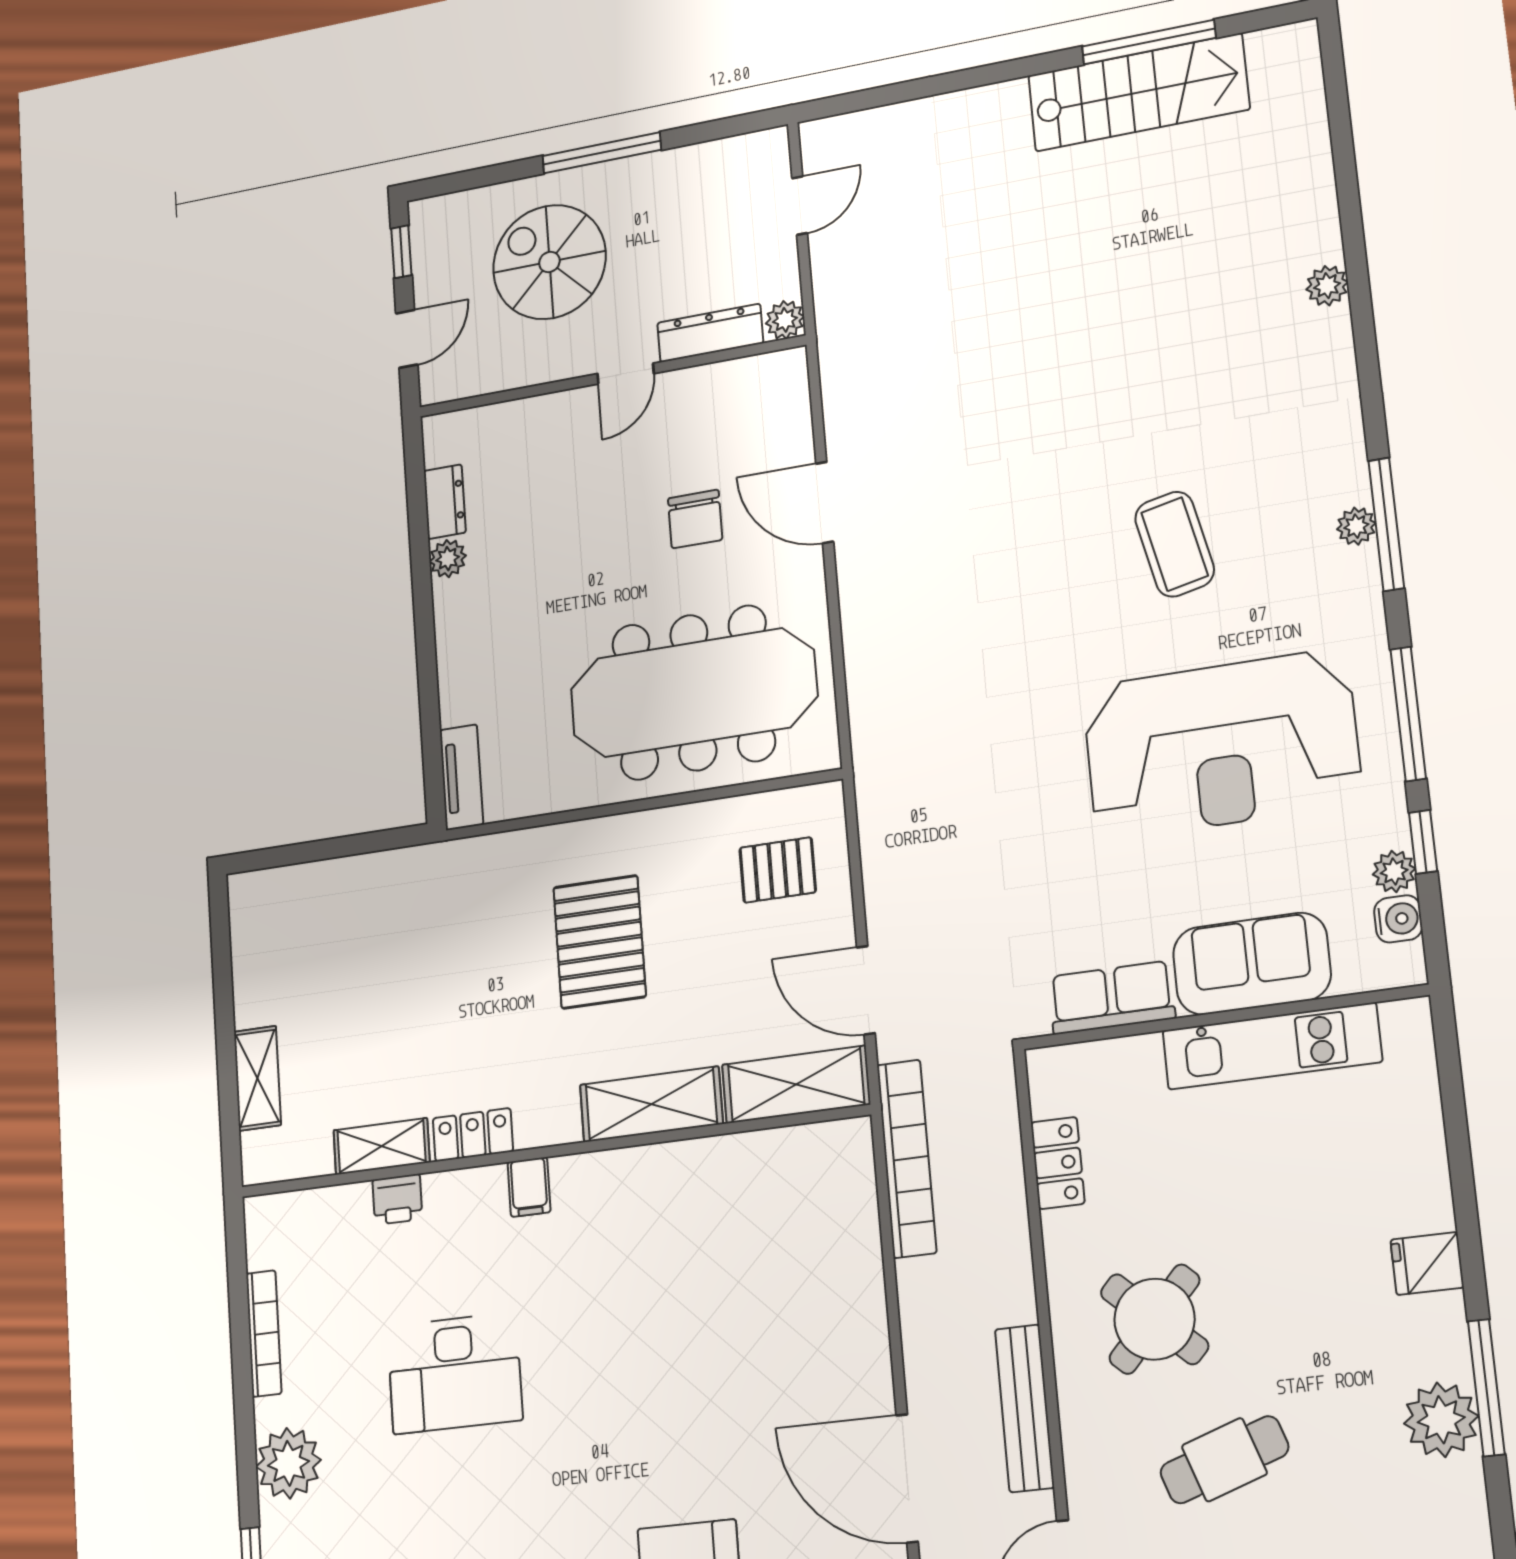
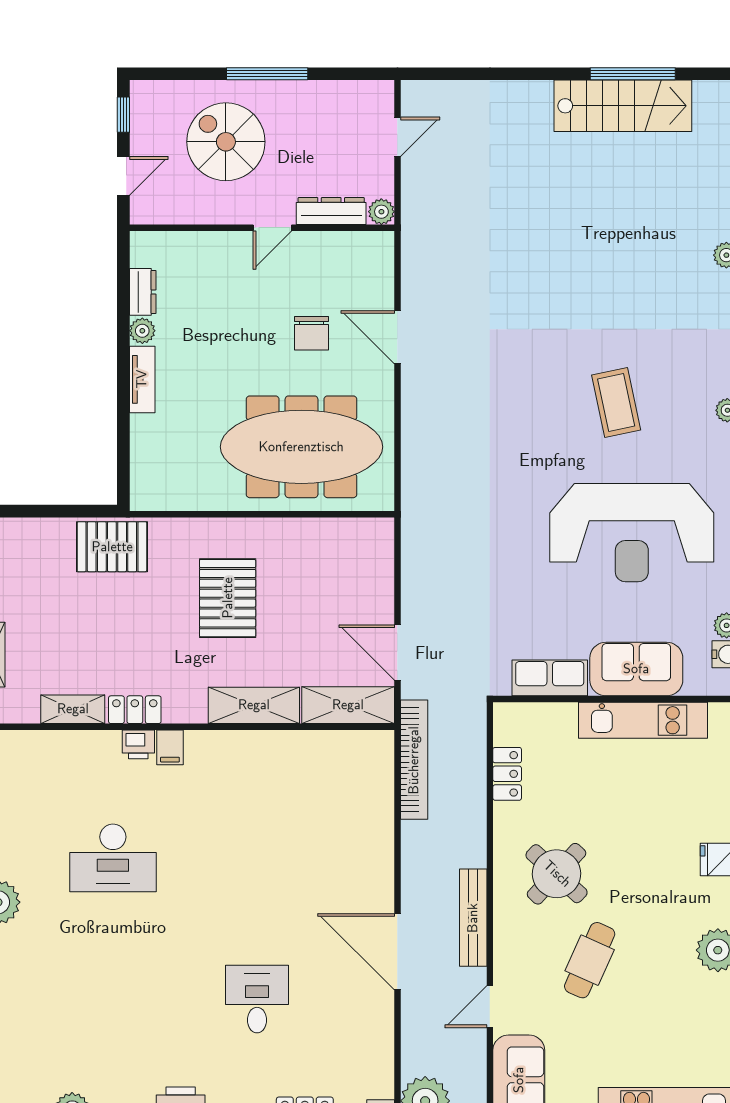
tv unit: (461, 777) -> (142, 379), moved
pallet: (778, 870) -> (112, 547), moved, width x1.50, depth x1.42
printer: (397, 1199) -> (138, 744), moved
cafe table: (1224, 1460) -> (590, 960), turned -47

